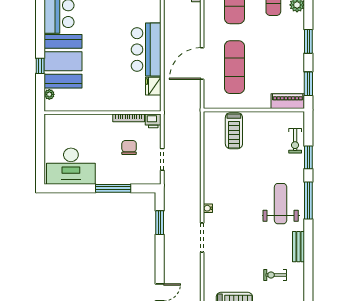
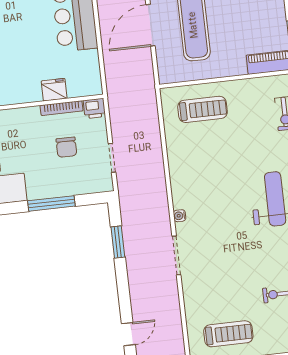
fridge: (153, 86) -> (54, 90), moved, turned 90
treadmill: (234, 131) -> (203, 109), turned -90
chair: (129, 148) -> (66, 147), turned 180

